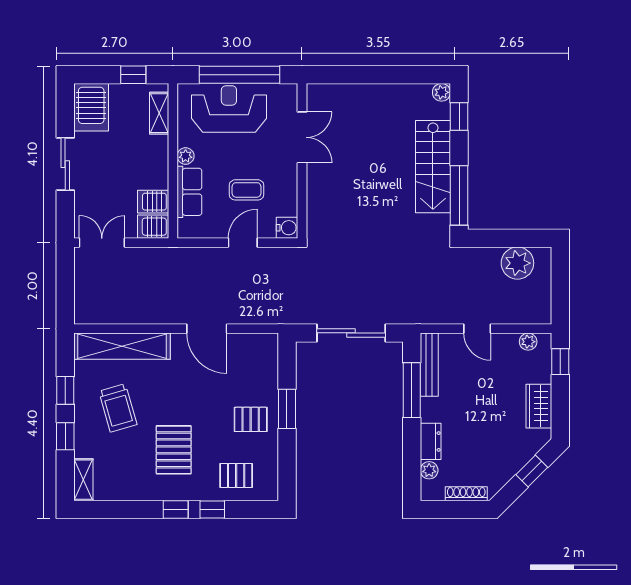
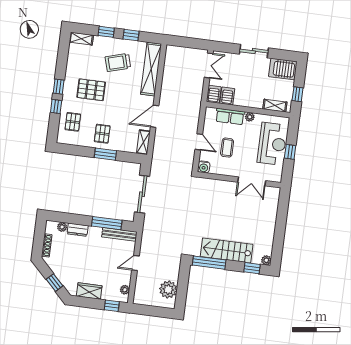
window: (239, 75) -> (290, 152), width x0.32
shelving: (256, 343) -> (143, 142), added

